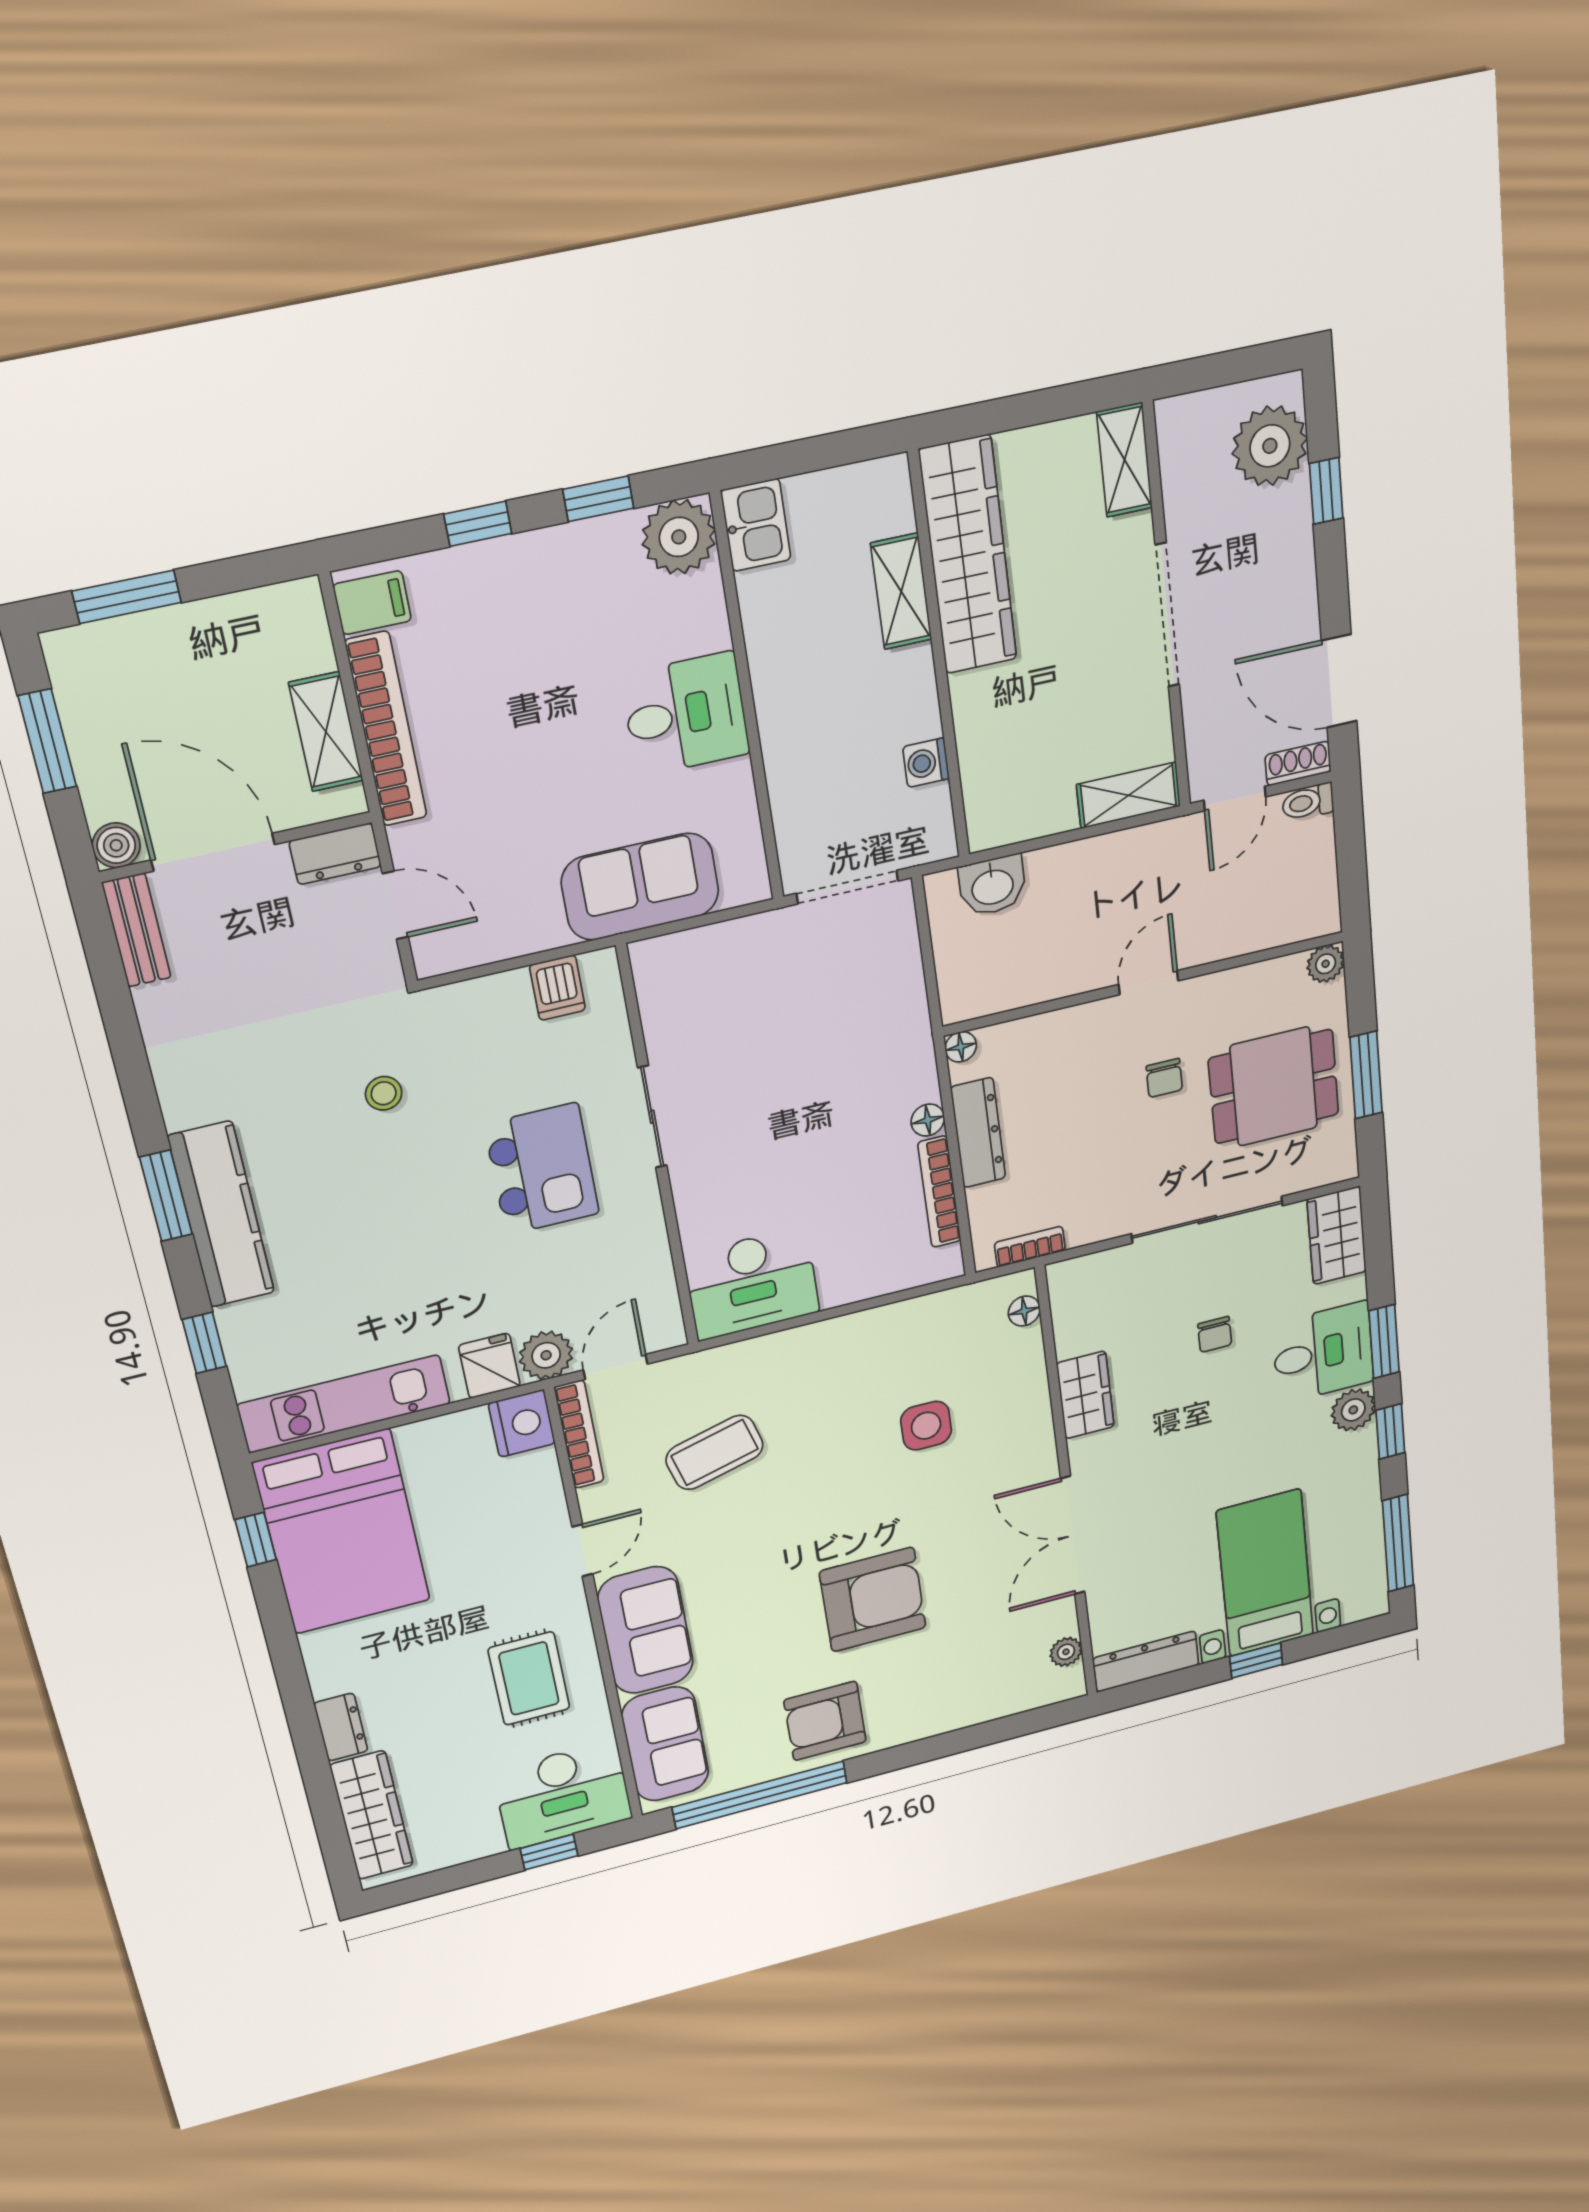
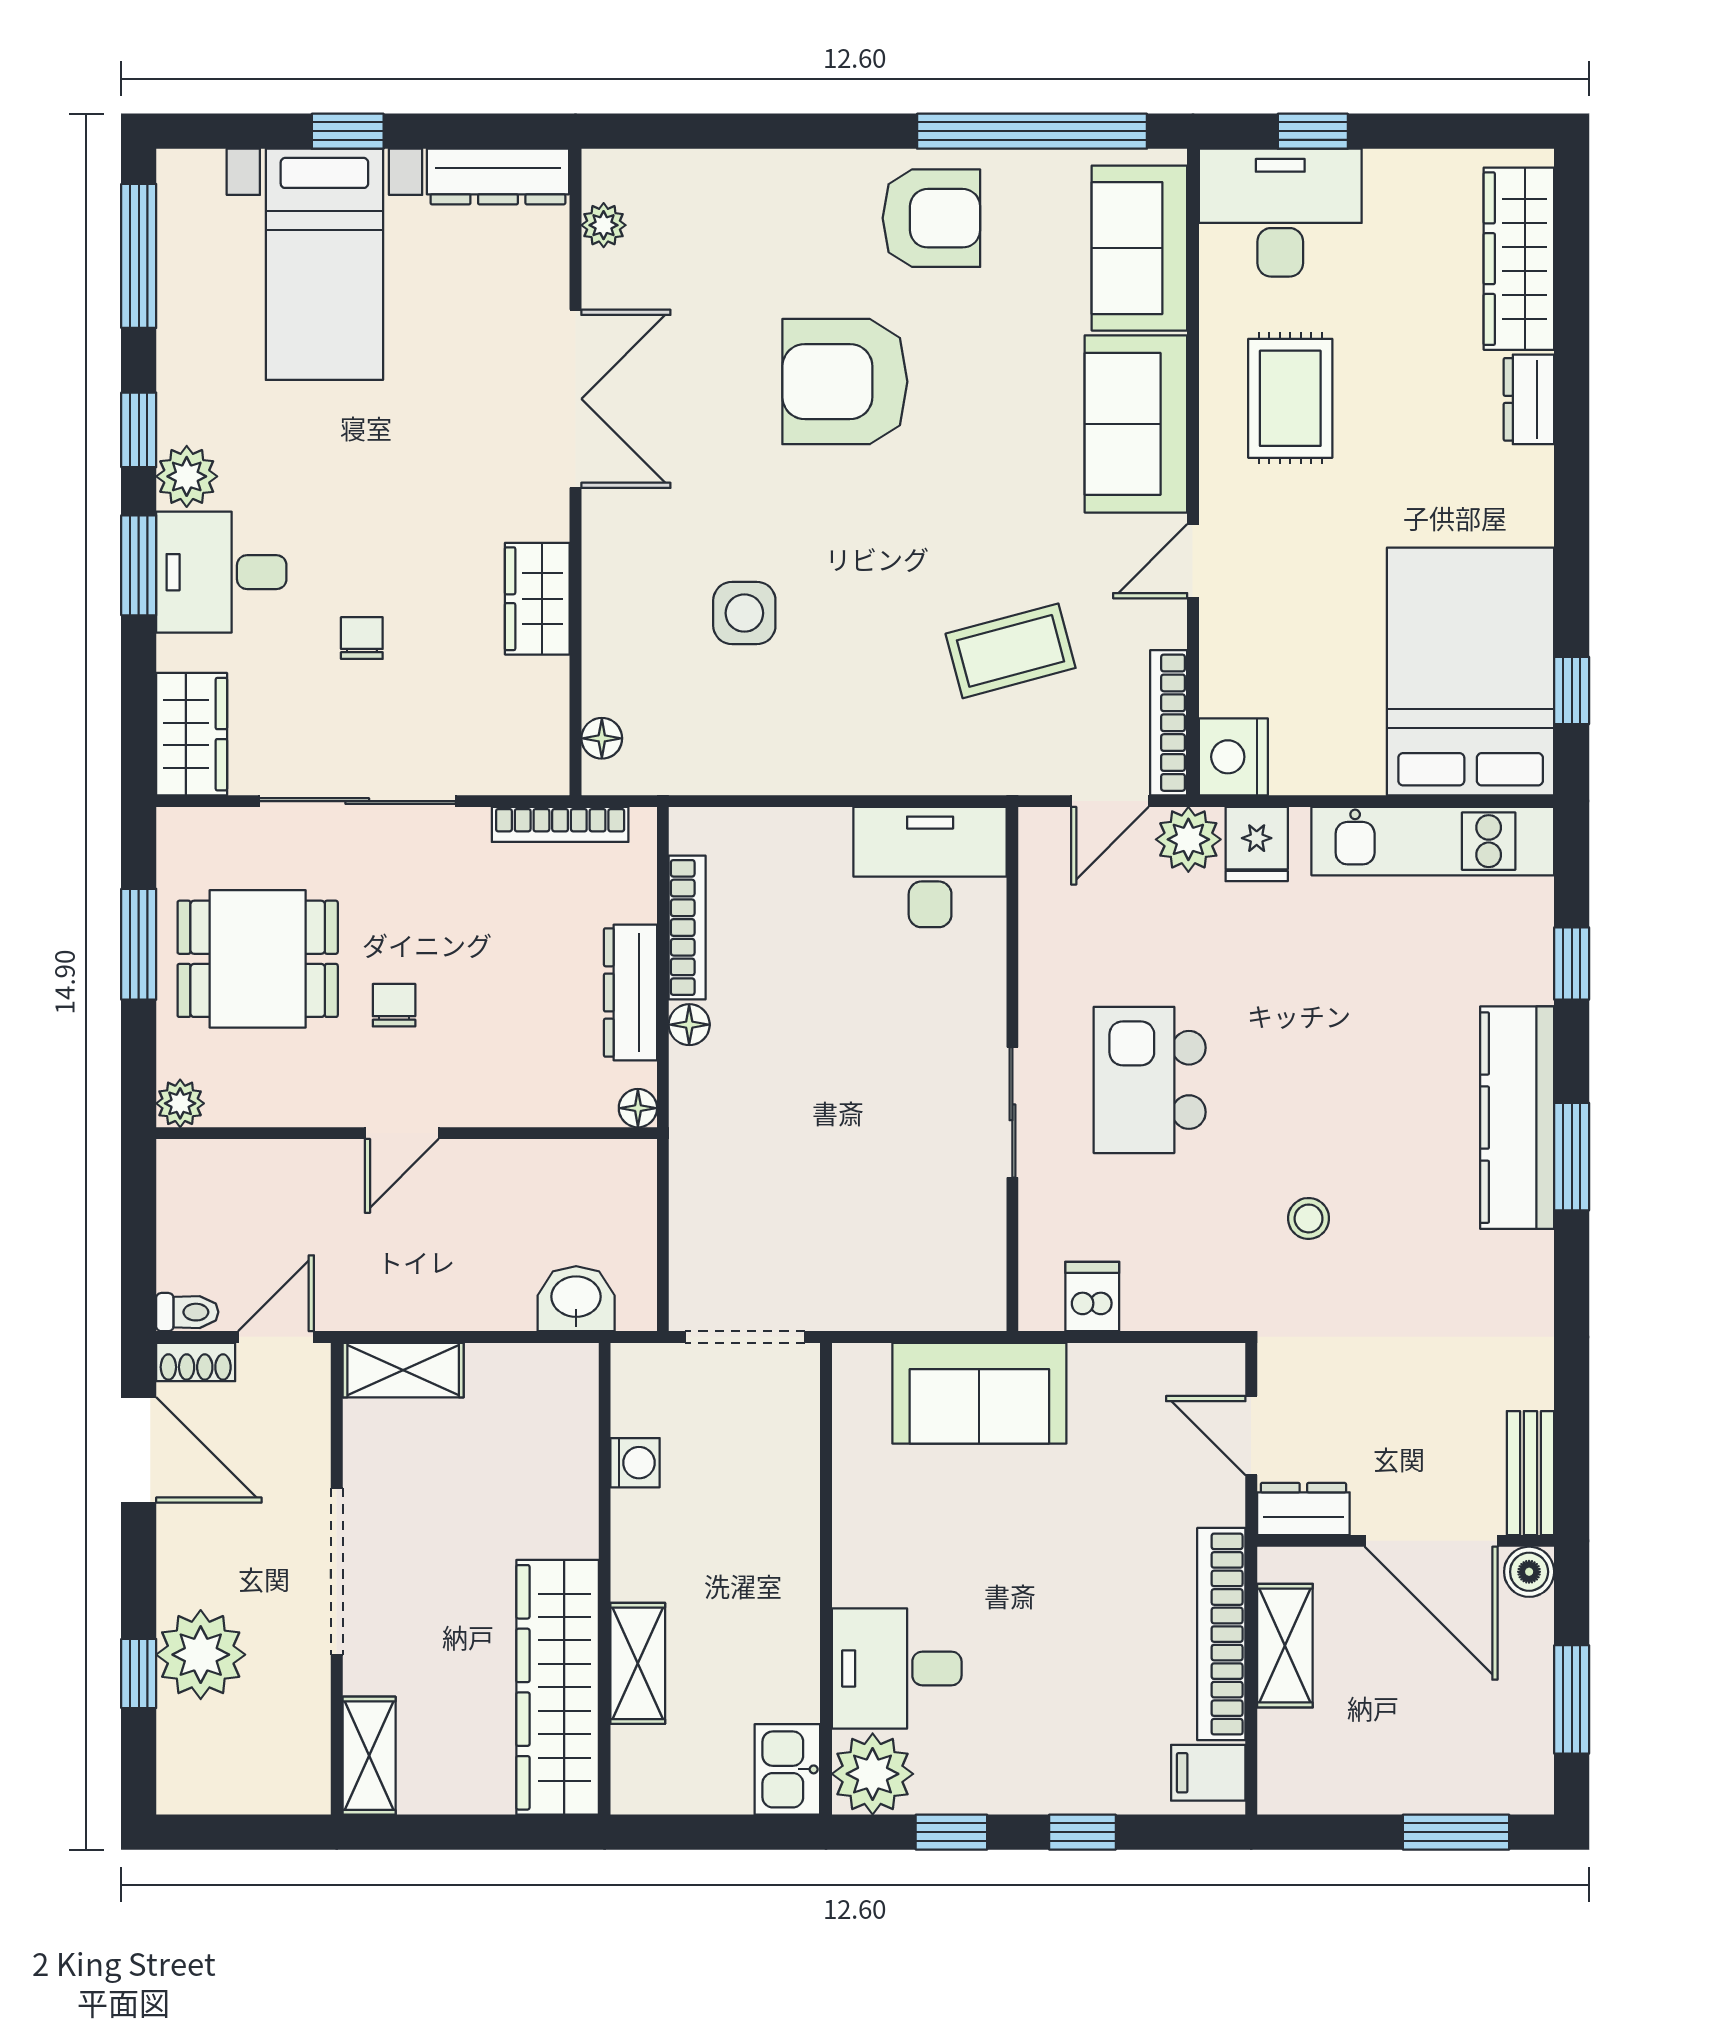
plant: (1270, 446) -> (201, 1655), moved
desk: (686, 714) -> (897, 1668), moved
bookcase: (1030, 1247) -> (560, 824), width x1.56

